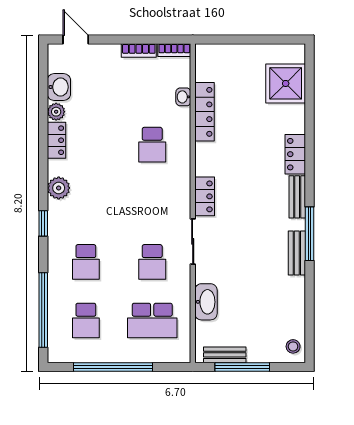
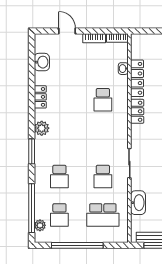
door: (76, 39) -> (67, 31), moved
plant: (56, 112) -> (40, 225), moved
locker: (205, 196) -> (137, 111), moved
window: (43, 223) -> (32, 151), width x1.50

